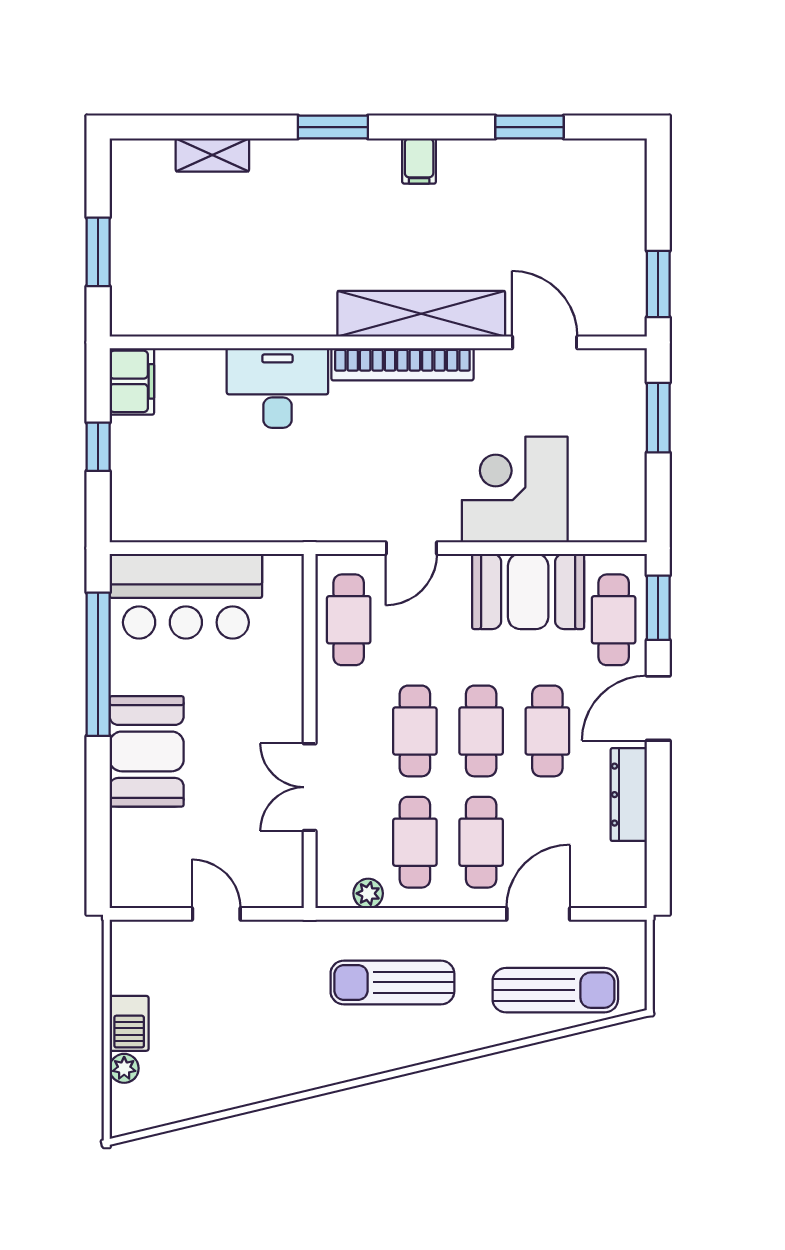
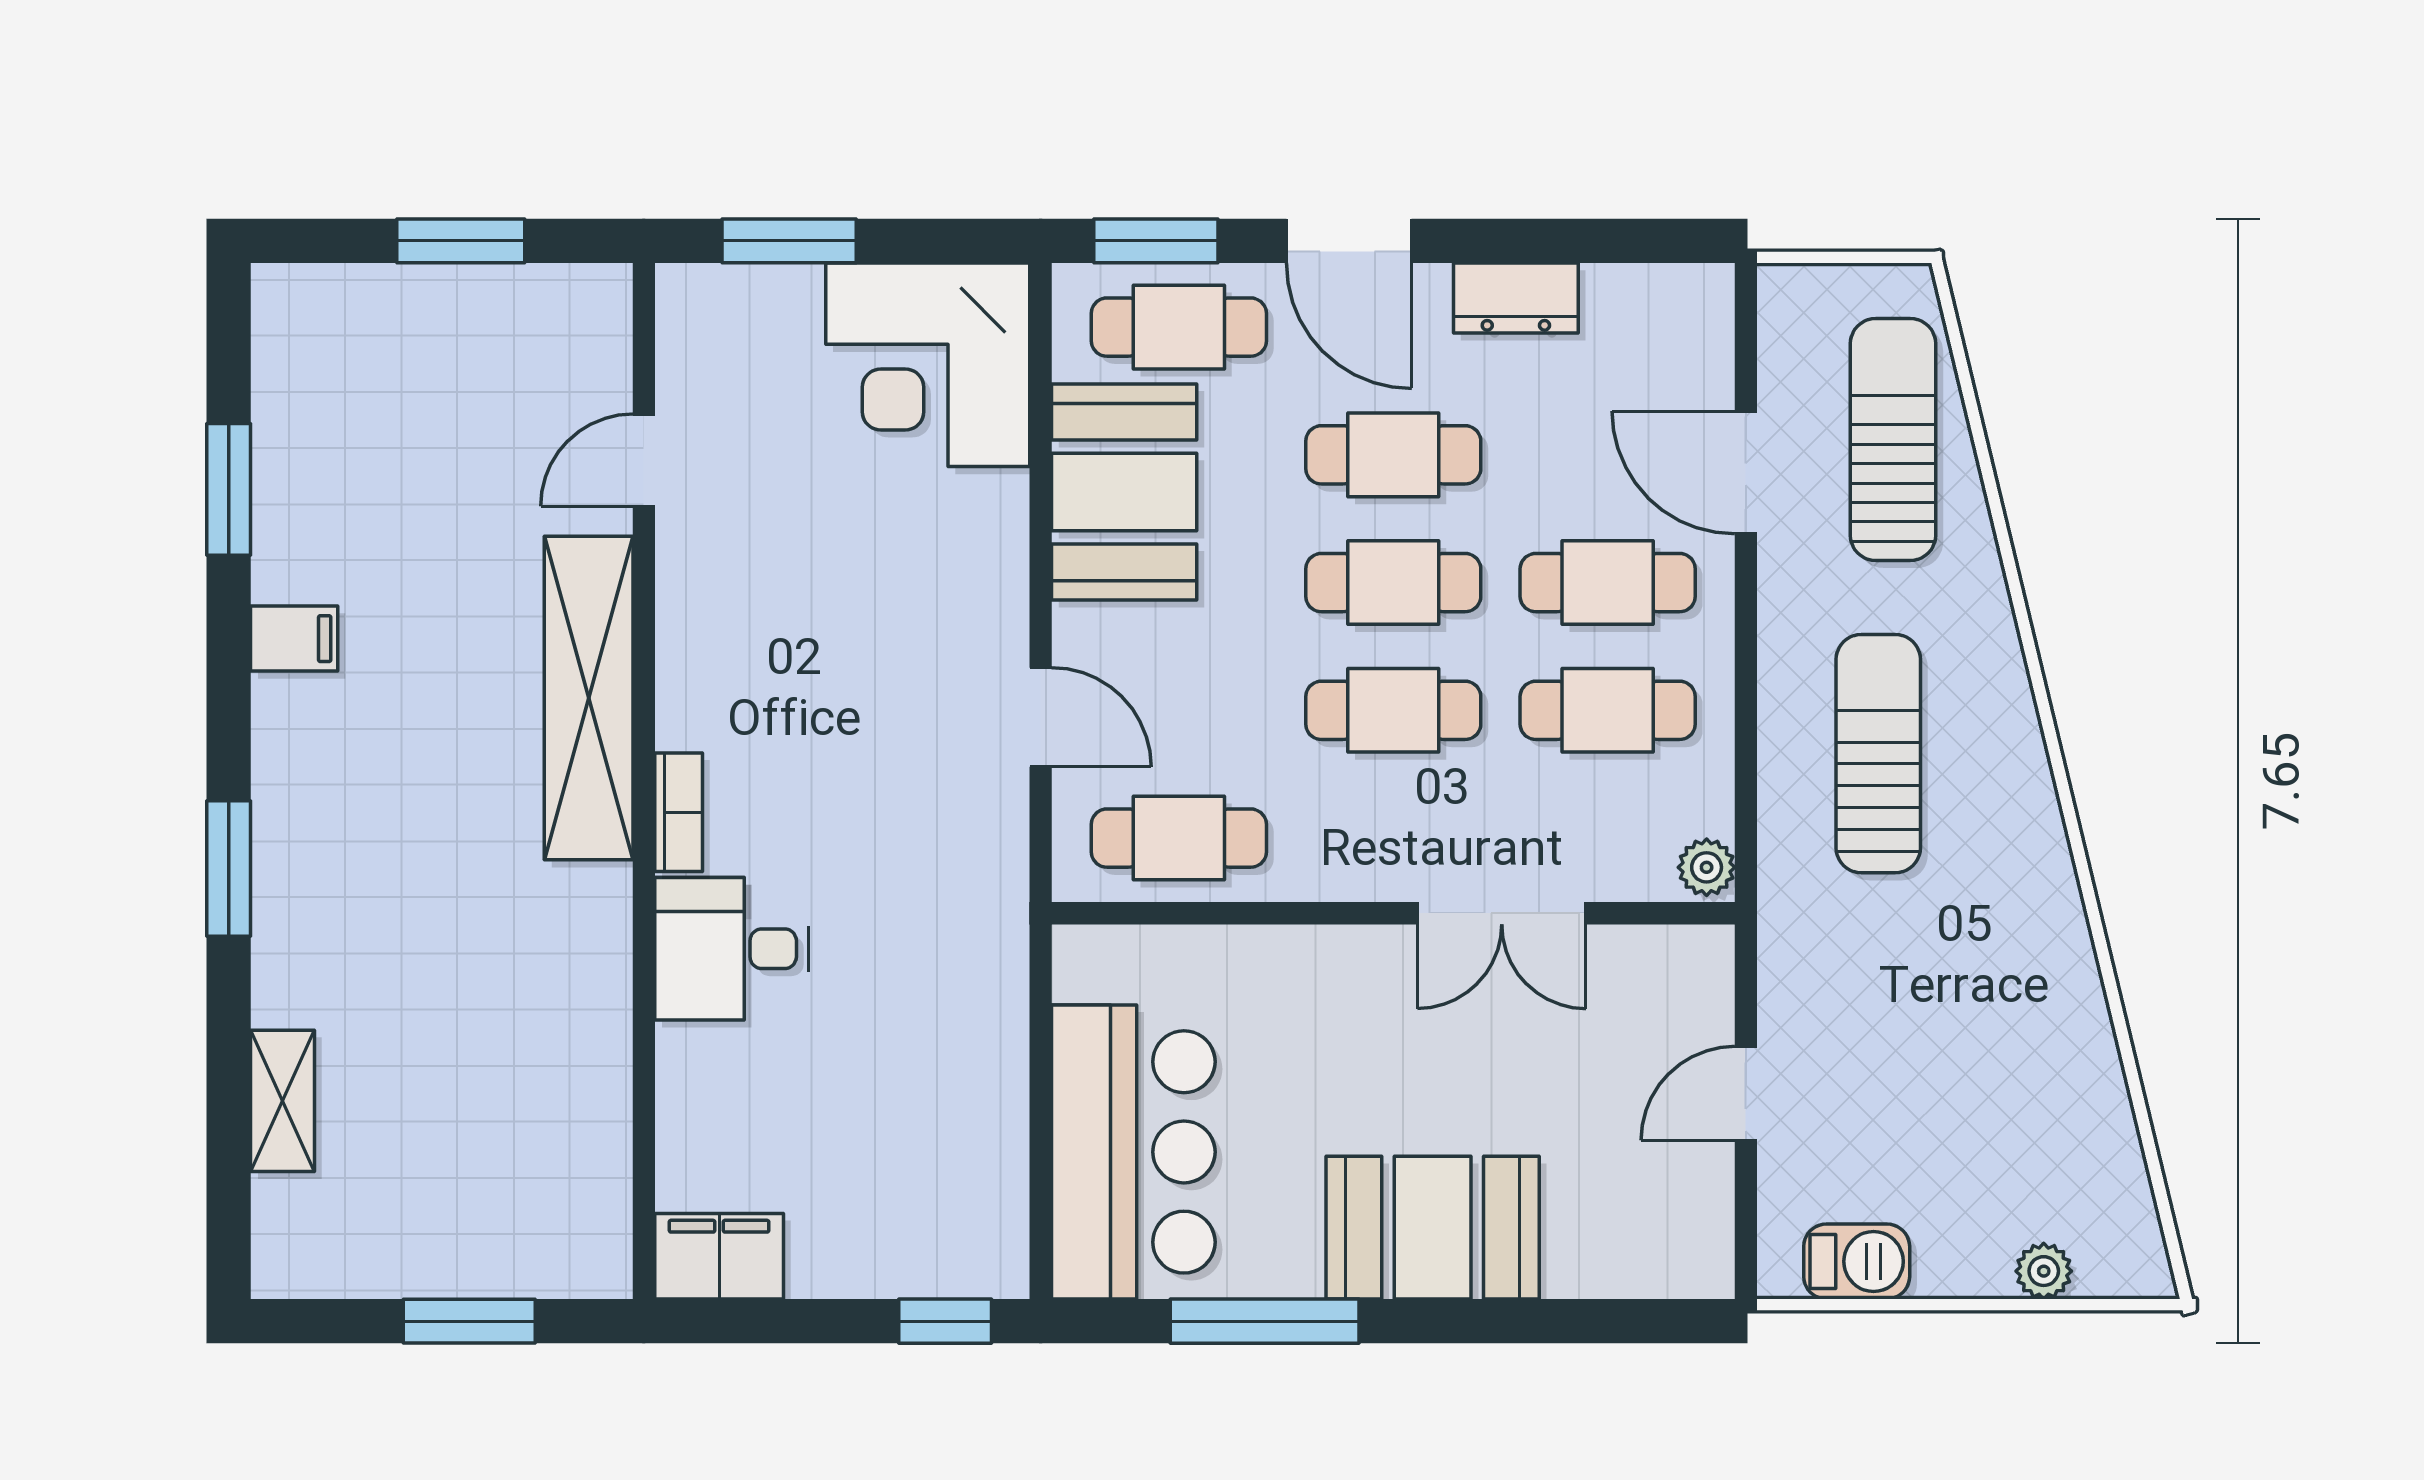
filing cabinet: (419, 161) -> (294, 639), moved
window: (658, 284) -> (461, 241), moved
door: (545, 342) -> (644, 460), width x0.73
bookcase: (402, 364) -> (679, 812), width x0.43, depth x0.76
desk: (277, 388) -> (732, 949), width x0.73
window: (98, 447) -> (945, 1321), moved
corner desk: (515, 490) -> (928, 365), moved
window: (98, 664) -> (1265, 1321), width x0.68
dresser: (629, 795) -> (1516, 298), width x0.70
plant: (368, 893) -> (1707, 867), moved
sun lounger: (392, 982) -> (1878, 754), turned 180
barbecue: (129, 1023) -> (1857, 1261), moved

